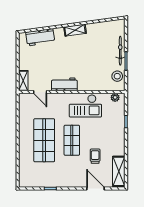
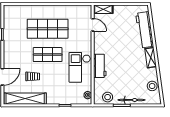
stool: (105, 29) -> (152, 86), added
workbench: (40, 37) -> (145, 30), width x1.38
workbench: (64, 84) -> (100, 66), moved
door: (40, 92) -> (93, 25), swing flipped
shelving: (119, 171) -> (25, 99), width x1.47

